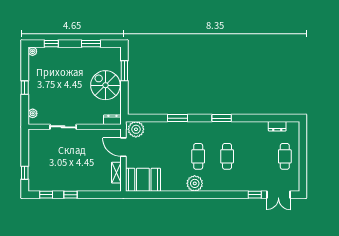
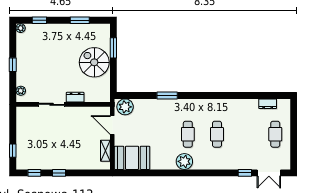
window: (222, 118) -> (211, 95), removed
dresser: (112, 120) -> (75, 97), moved

